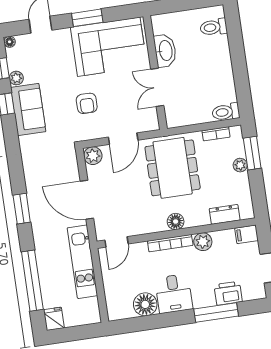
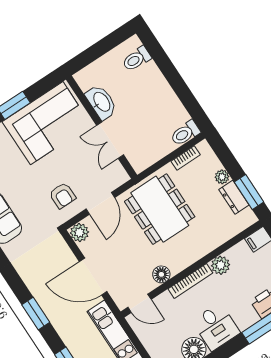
armchair: (87, 103) -> (62, 195), moved
window: (252, 153) -> (249, 192), moved
dresser: (225, 214) -> (234, 197), moved, turned -90
floor lamp: (176, 221) -> (161, 274), moved
door: (116, 242) -> (139, 303), hinge flipped

